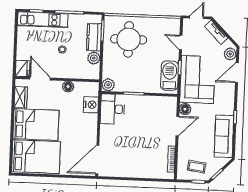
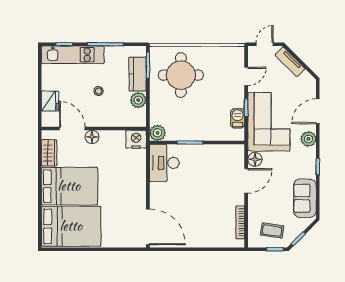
door: (181, 43) -> (246, 76), swing flipped
plant: (230, 54) -> (308, 139), moved
fridge: (23, 68) -> (50, 101), moved
barbecue: (170, 76) -> (238, 118), width x0.53, depth x0.65
floor lamp: (68, 86) -> (92, 137), moved
nightstand: (91, 105) -> (136, 139), moved, turned -90
sofa: (224, 136) -> (305, 198), width x0.73
door: (97, 160) -> (148, 227), swing flipped

